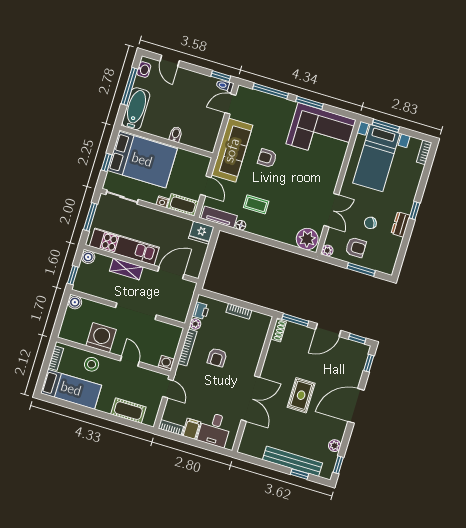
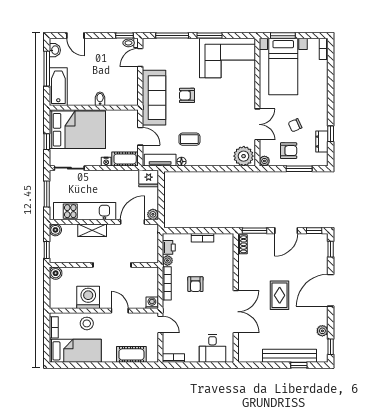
window: (415, 211) -> (331, 134), moved
dresser: (401, 224) -> (322, 142), moved
plant: (195, 271) -> (153, 214), added
filing cabinet: (191, 429) -> (192, 354), removed

